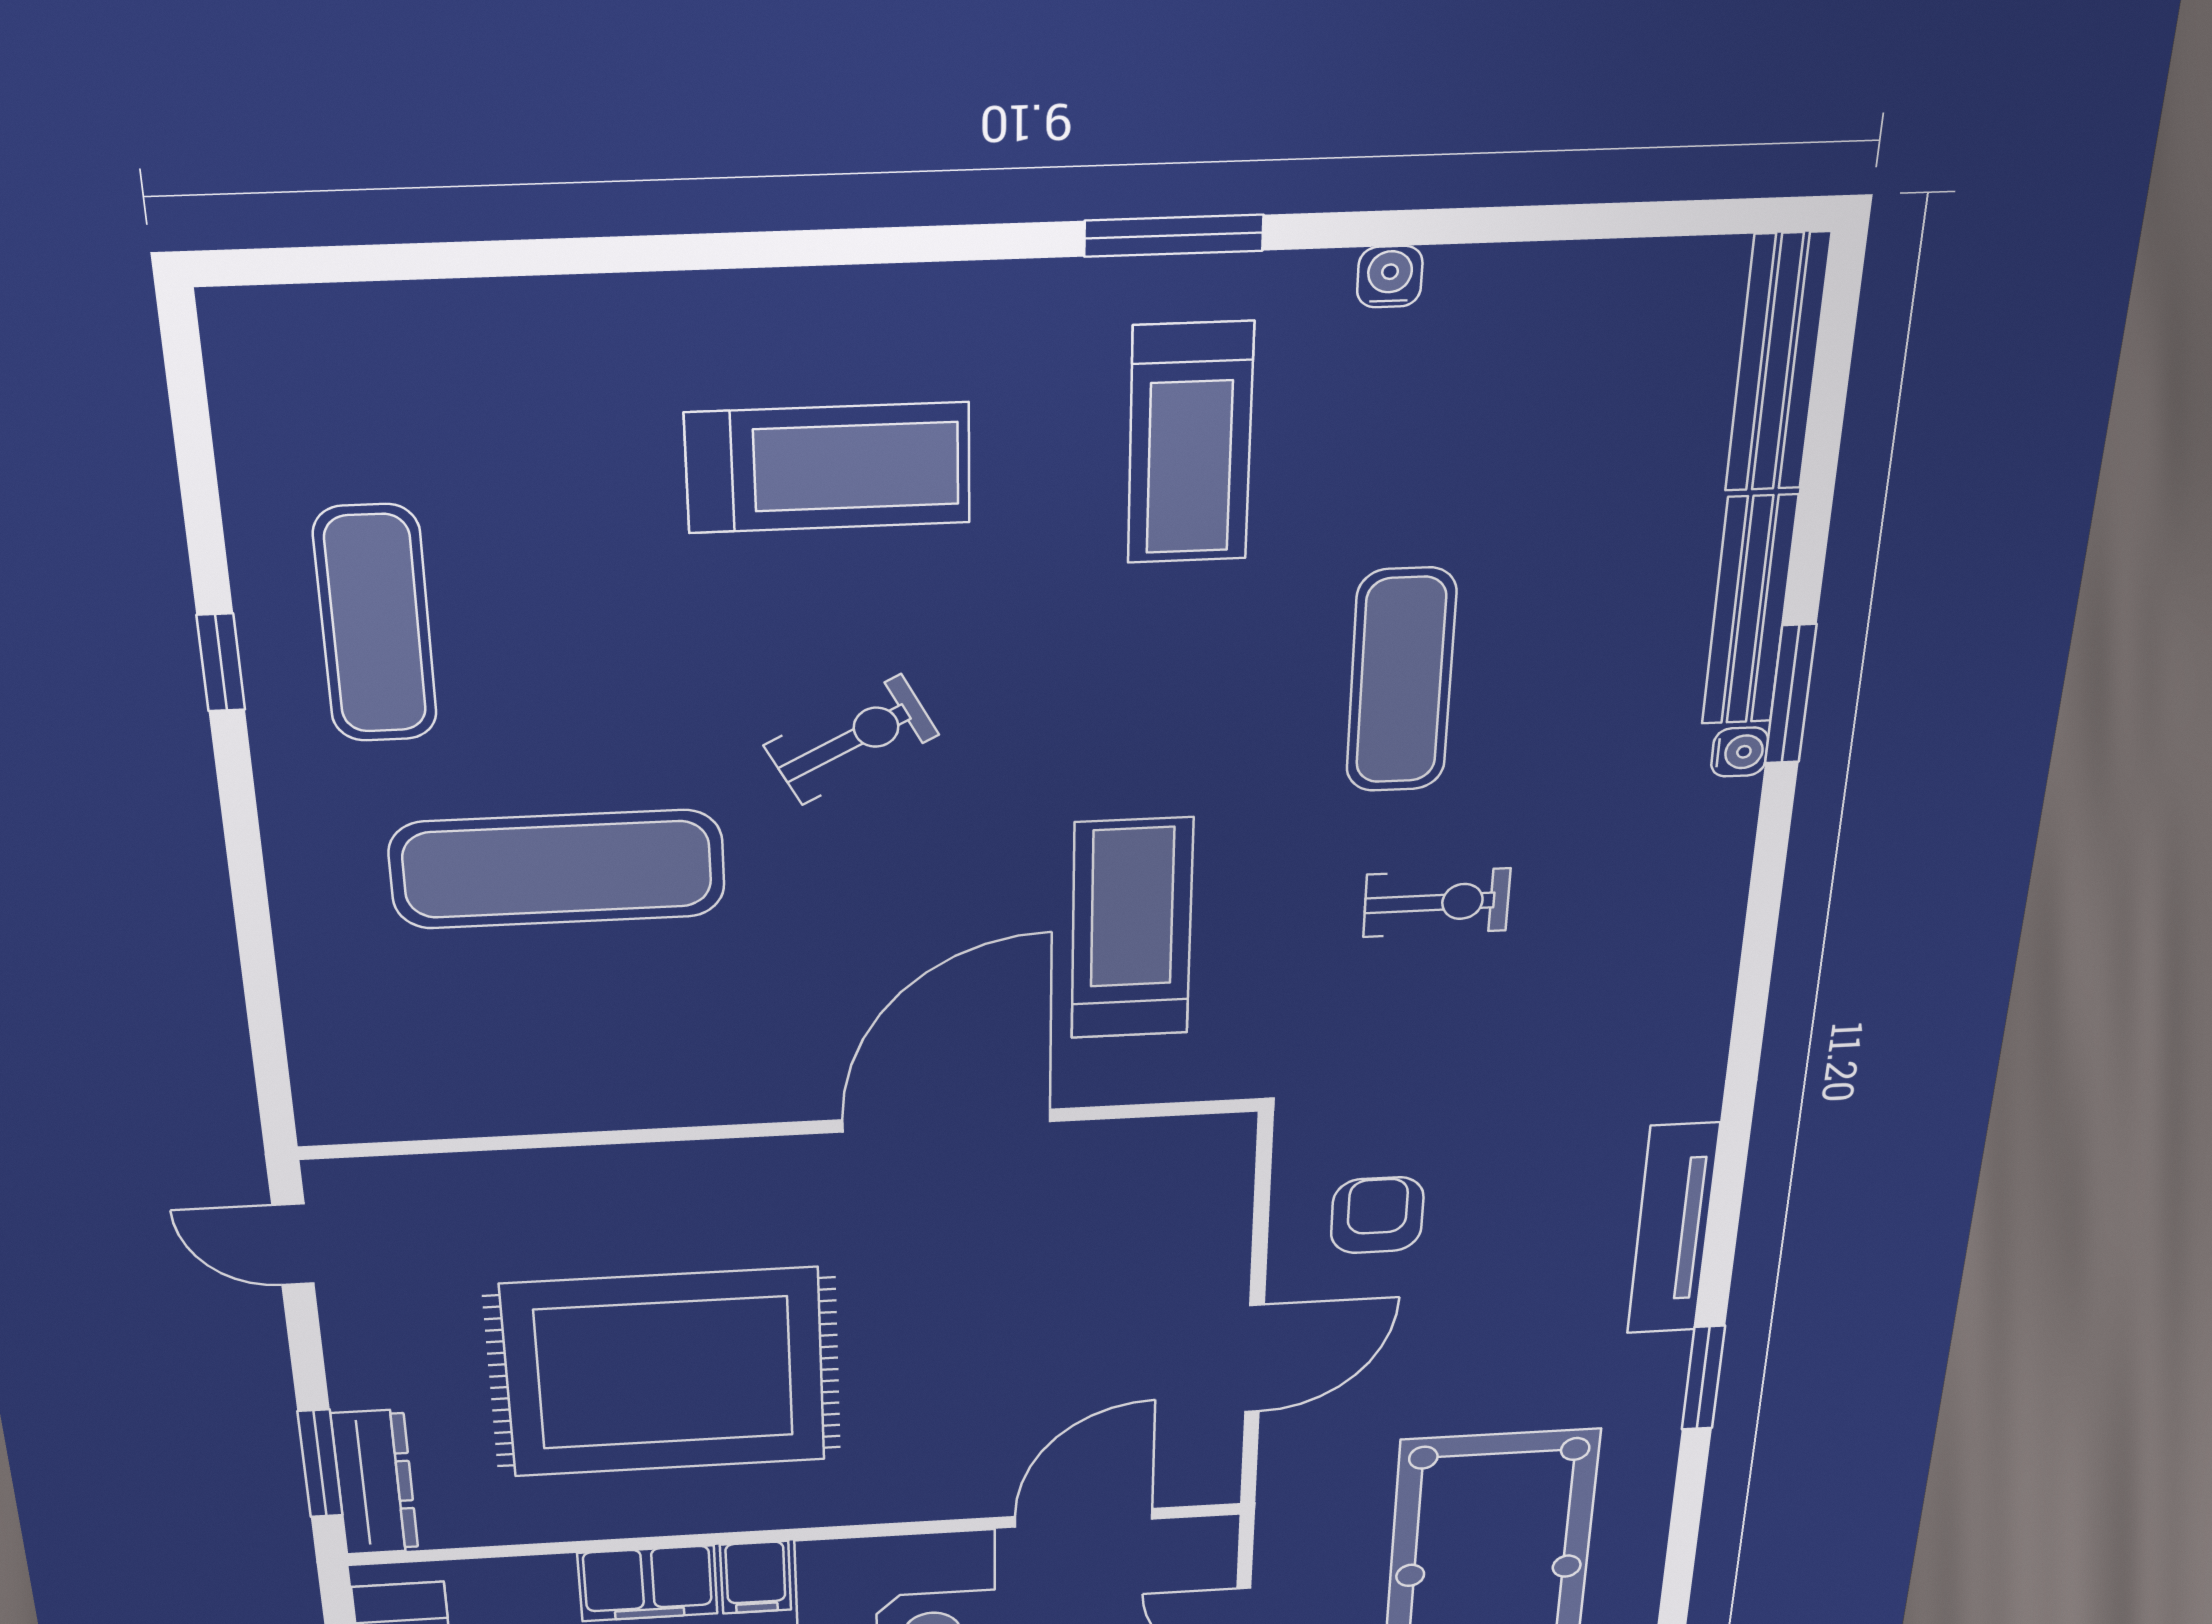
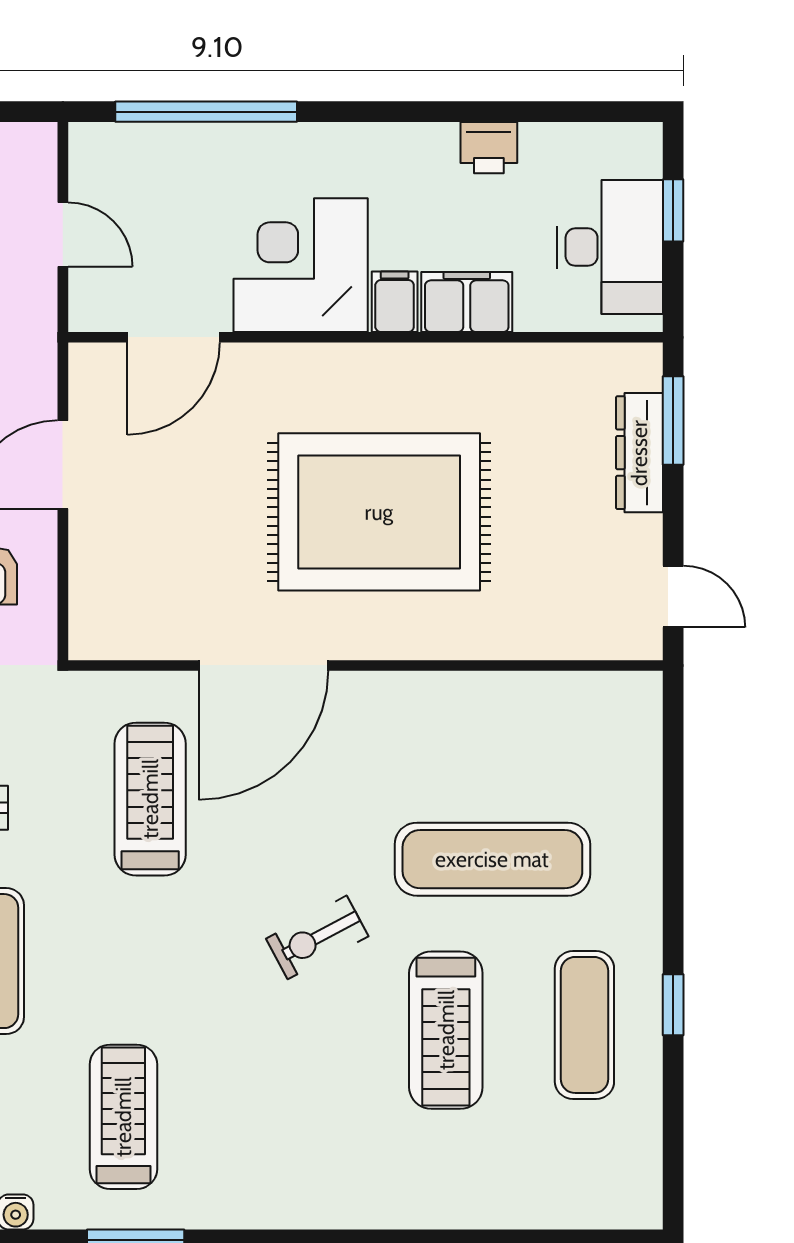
treadmill: (828, 468) -> (446, 1030), moved, turned -90
treadmill: (1132, 929) -> (150, 799), turned 180
rug: (665, 1373) -> (379, 512), moved
dresser: (375, 1483) -> (639, 453), moved

